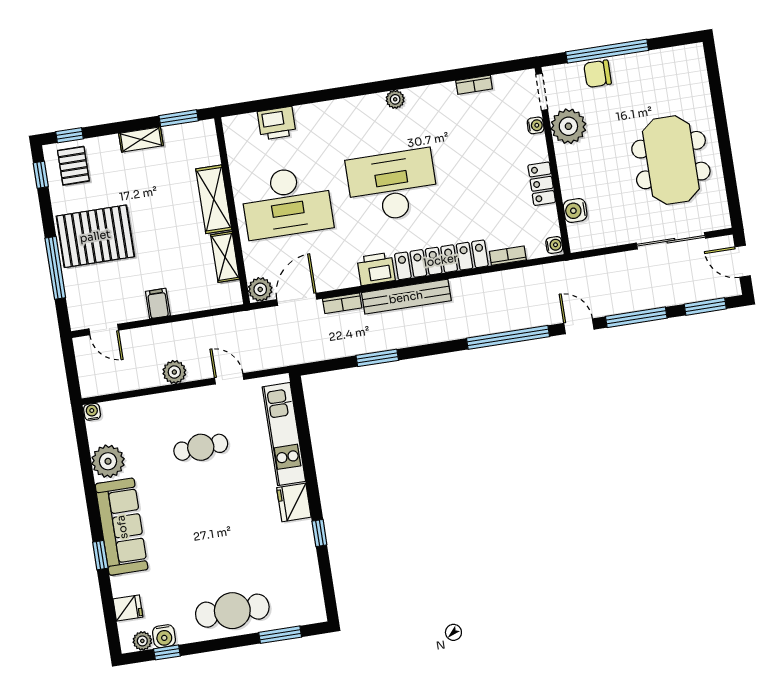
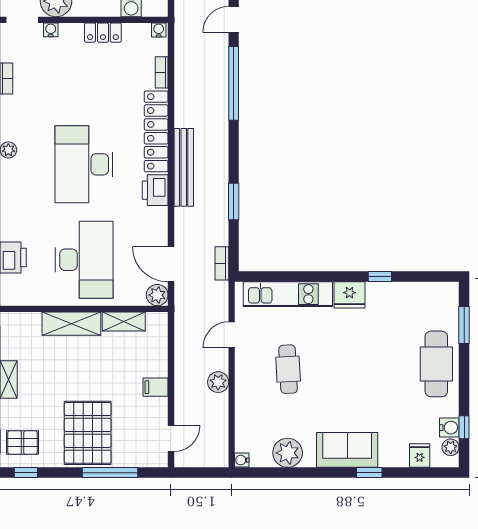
bookcase: (342, 303) -> (222, 263), moved, turned 180
sofa: (122, 527) -> (347, 450), width x0.73

